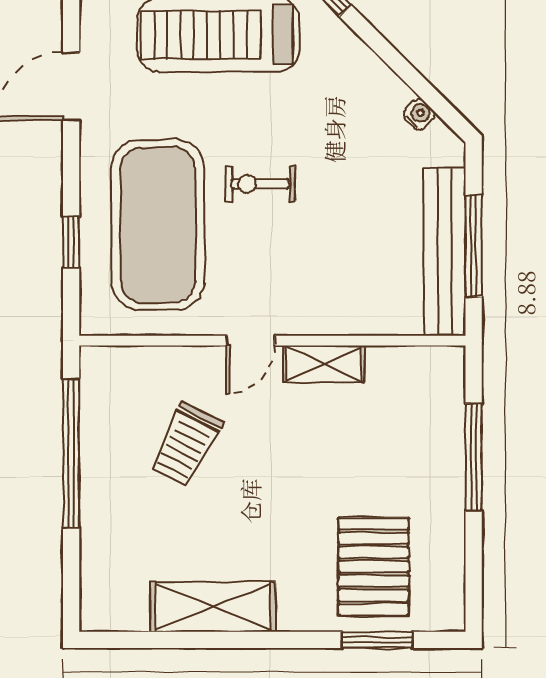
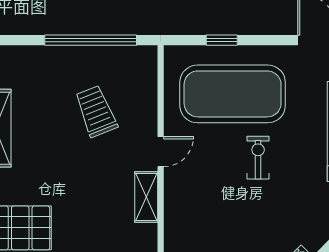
door: (251, 341) -> (161, 152), swing flipped
trolley: (186, 445) -> (96, 111), turned 41

